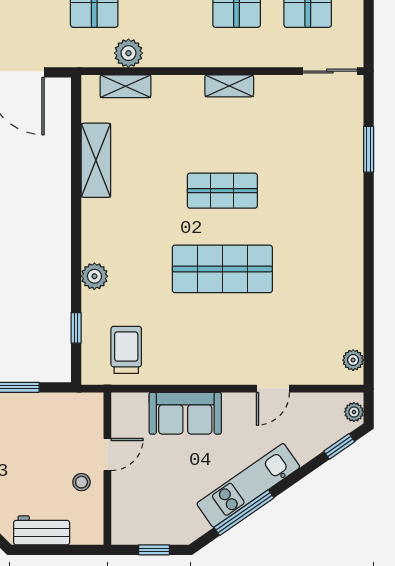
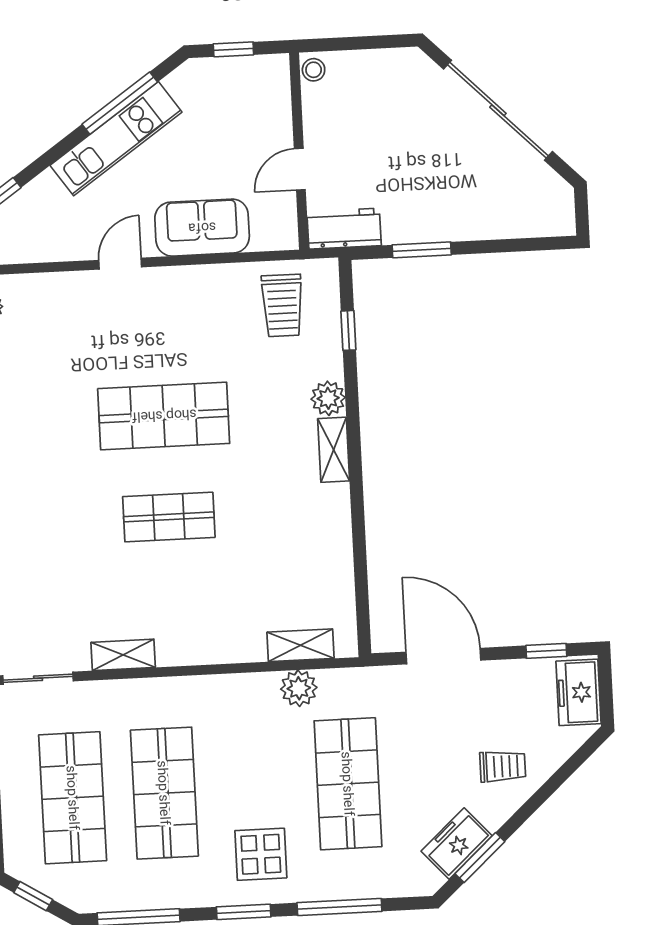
shelving: (229, 86) -> (123, 655), moved
shelving: (96, 160) -> (334, 450), moved, width x0.67, depth x0.75
door: (273, 389) -> (120, 264), moved
stool: (81, 482) -> (314, 70), moved
workbench: (42, 530) -> (344, 229), moved, turned 180

